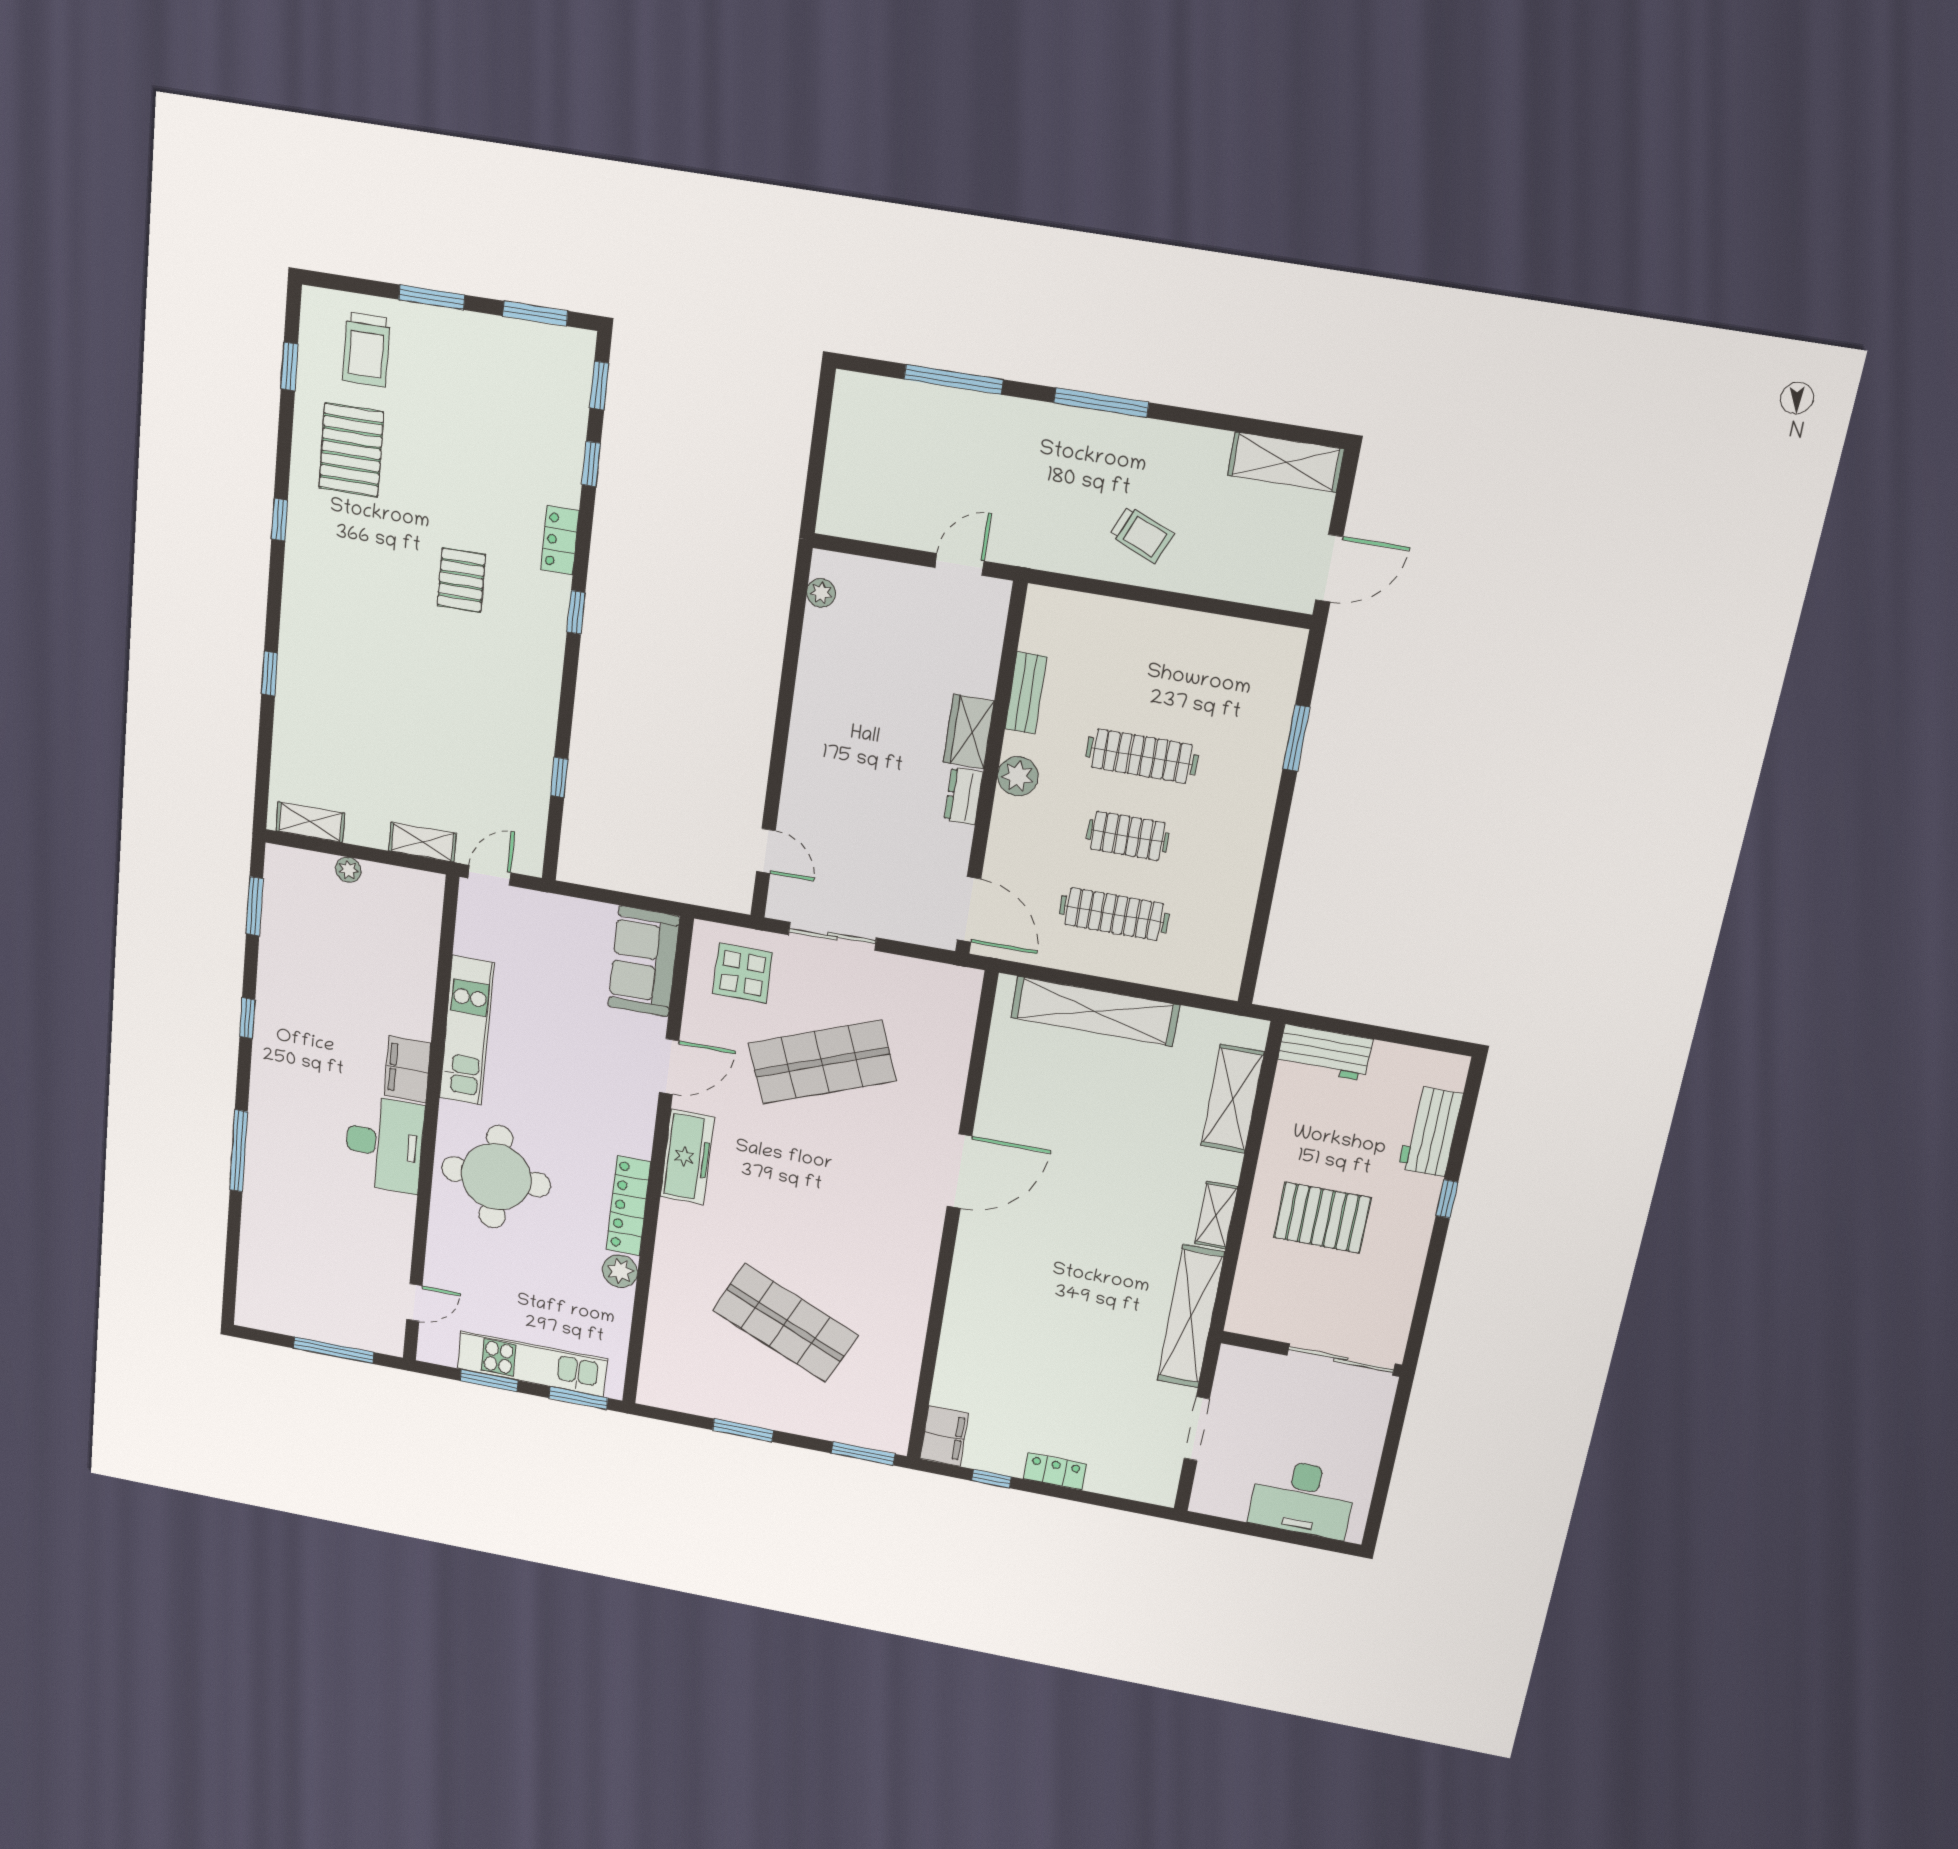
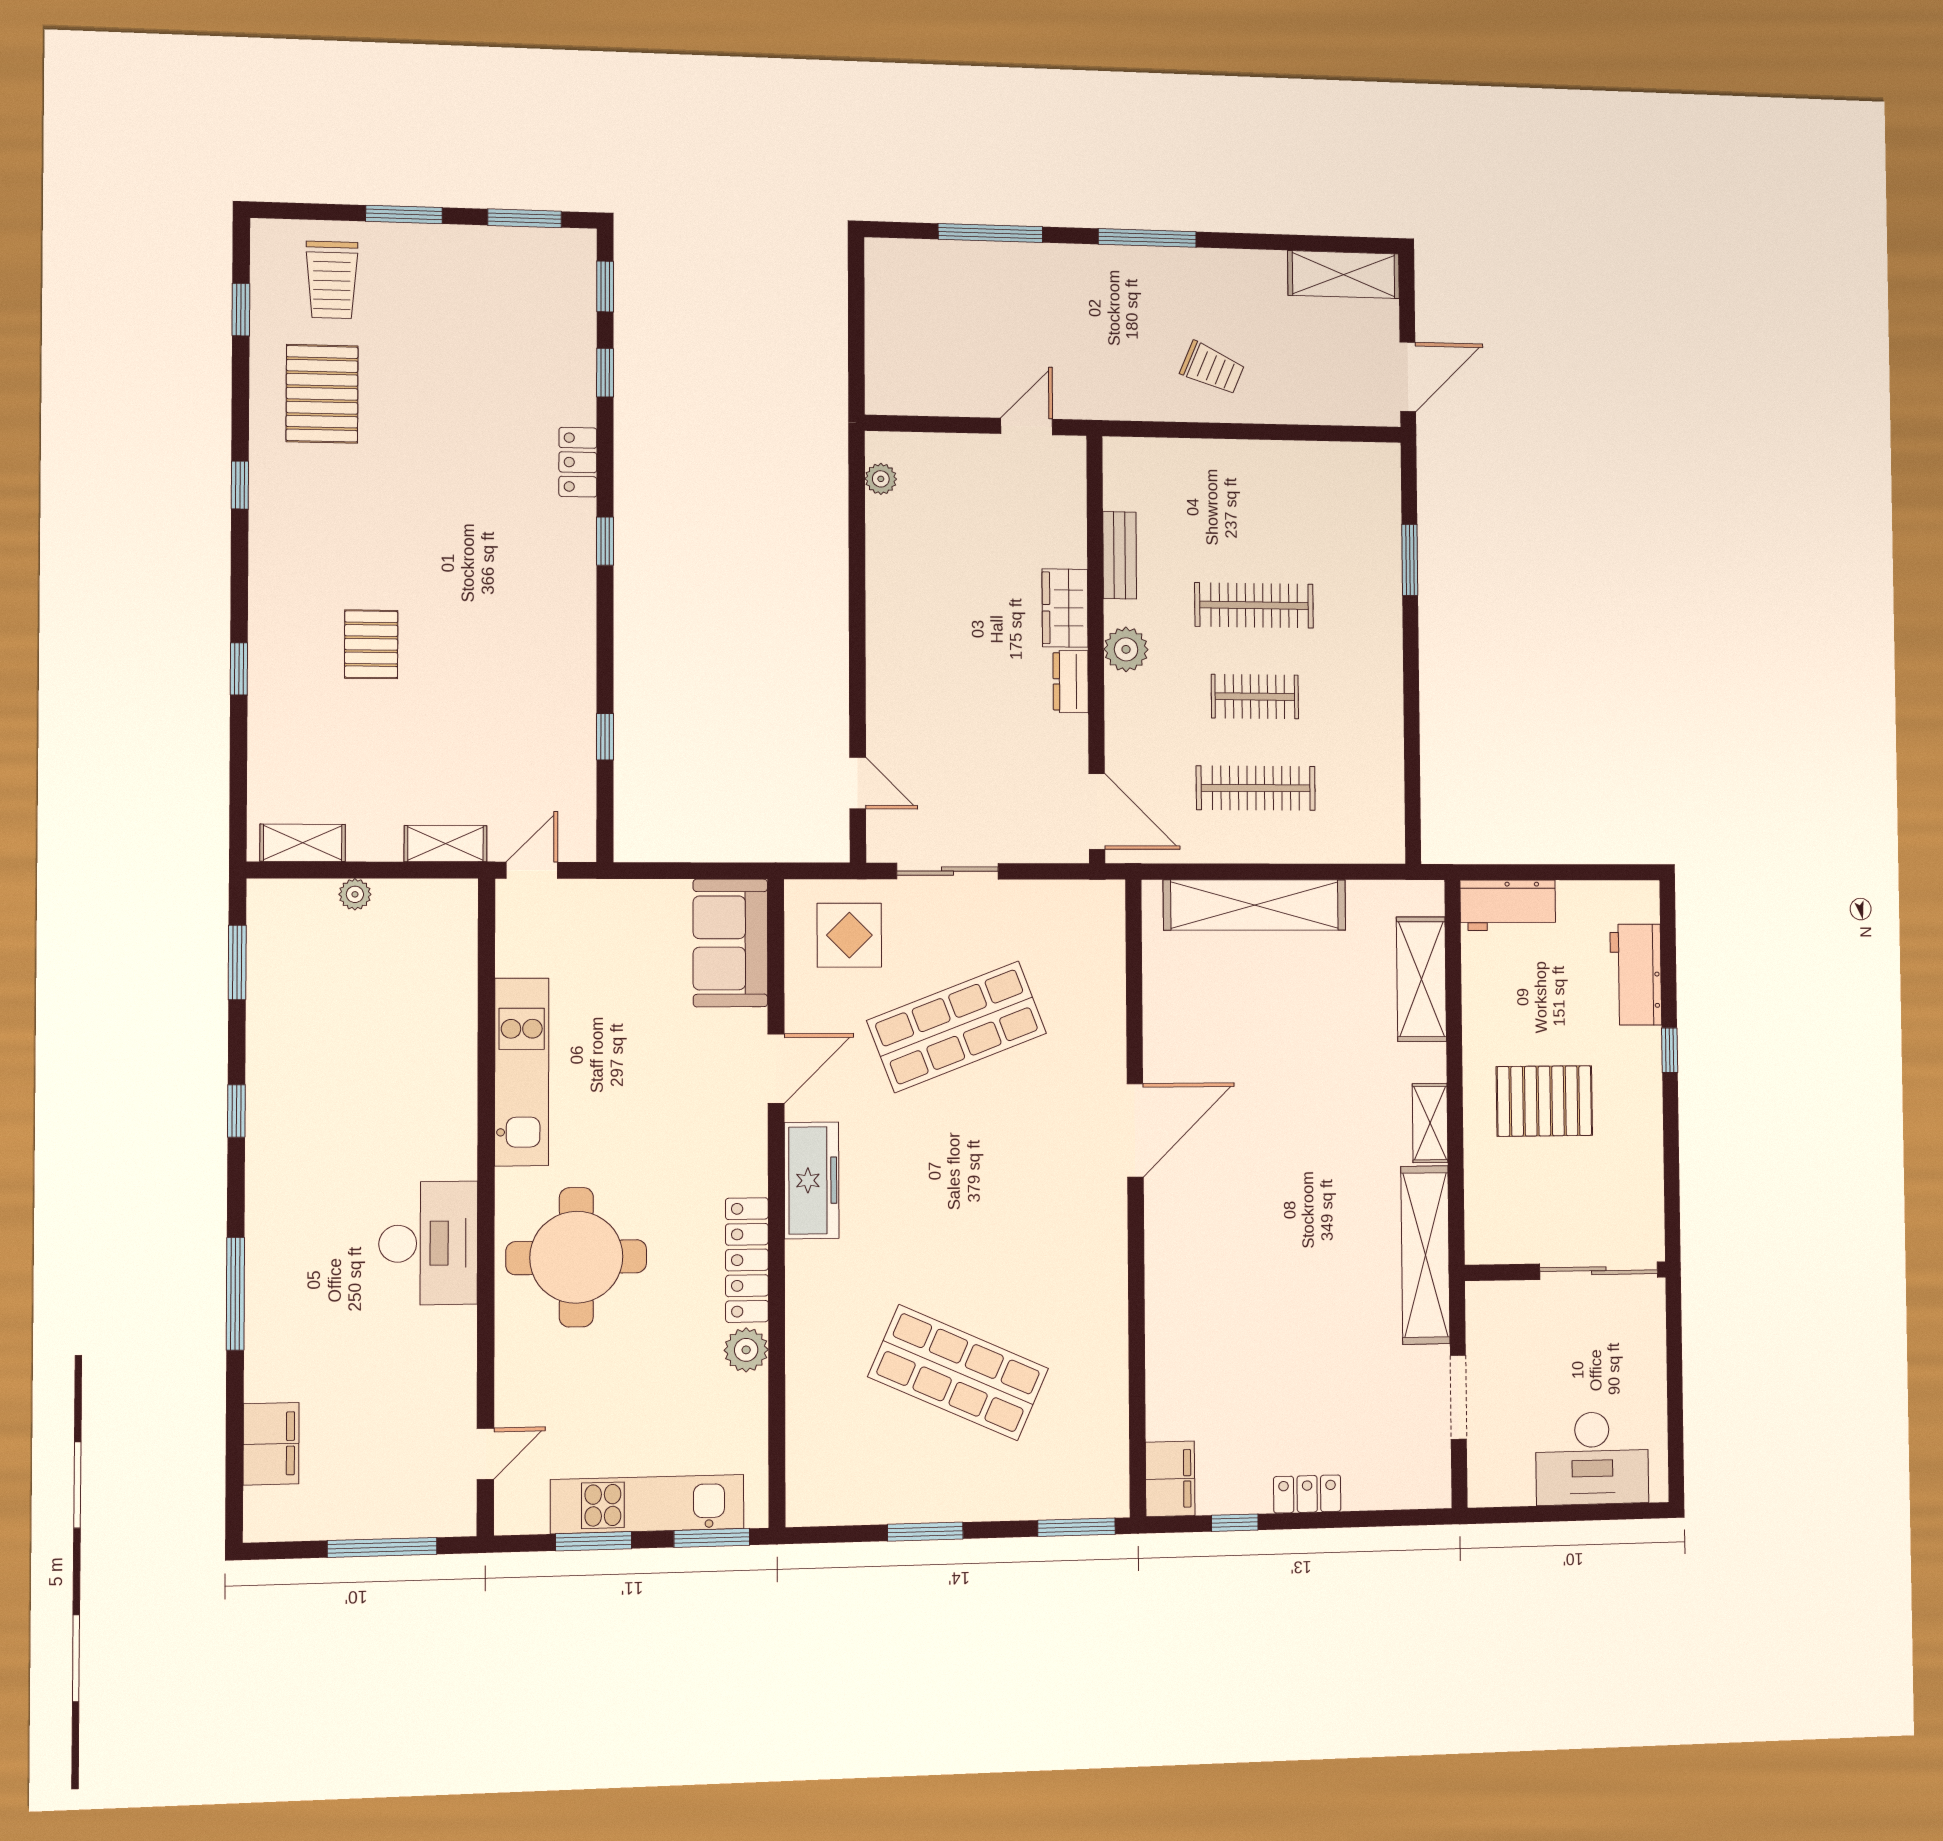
pallet: (461, 580) -> (371, 644), moved
filing cabinet: (407, 1069) -> (271, 1444), moved, turned 180

